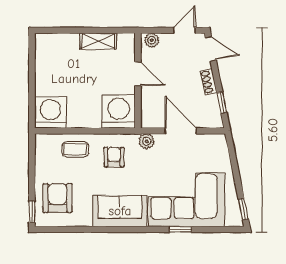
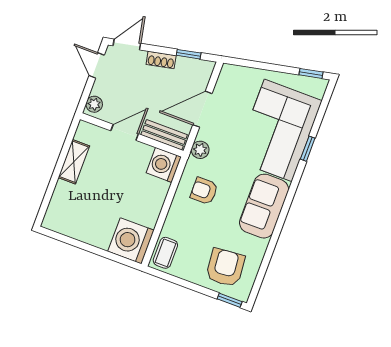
bench: (148, 107) -> (164, 135), added
washing machine: (119, 112) -> (164, 165), width x0.73, depth x0.73
coffee table: (75, 149) -> (165, 253), moved
armchair: (57, 198) -> (225, 268), turned 85

